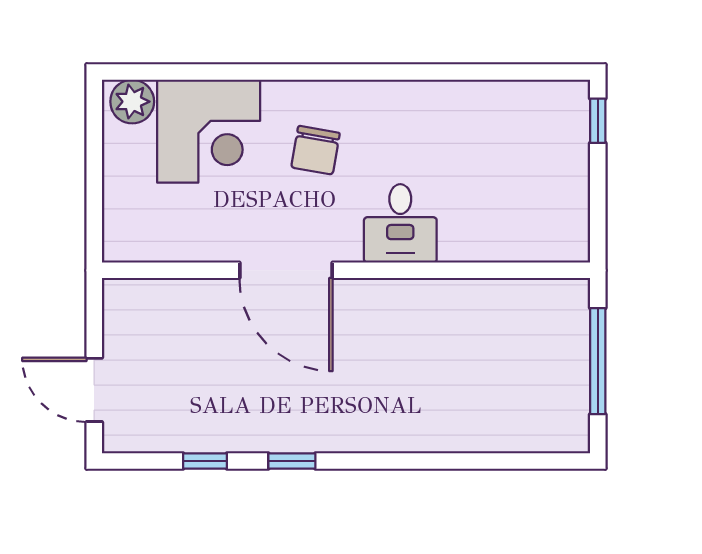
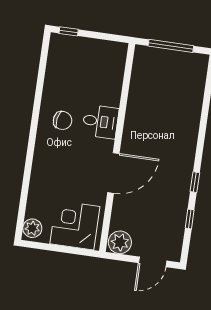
corner desk: (209, 131) -> (75, 225), moved, turned -90
chair: (316, 150) -> (63, 120), moved
plant: (128, 308) -> (120, 242), added

